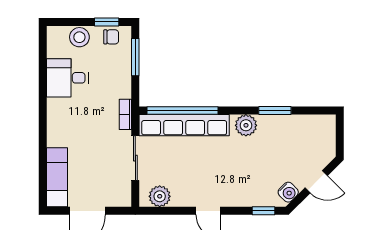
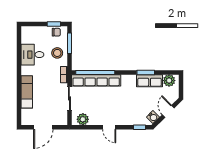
stool: (79, 37) -> (57, 53), moved
plant: (246, 125) -> (169, 81), moved
row of seats: (282, 126) -> (150, 81), added
exam couch: (57, 177) -> (27, 92), moved
door: (316, 182) -> (168, 111), swing flipped

